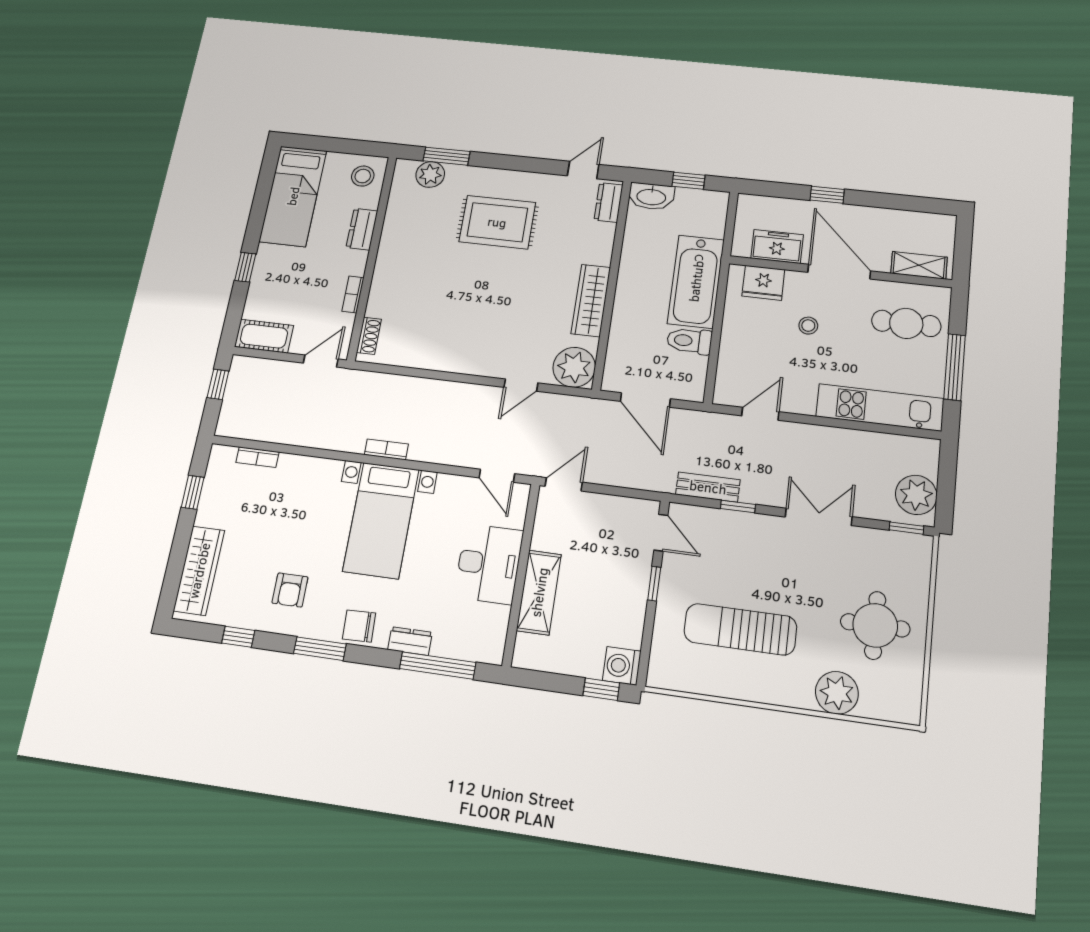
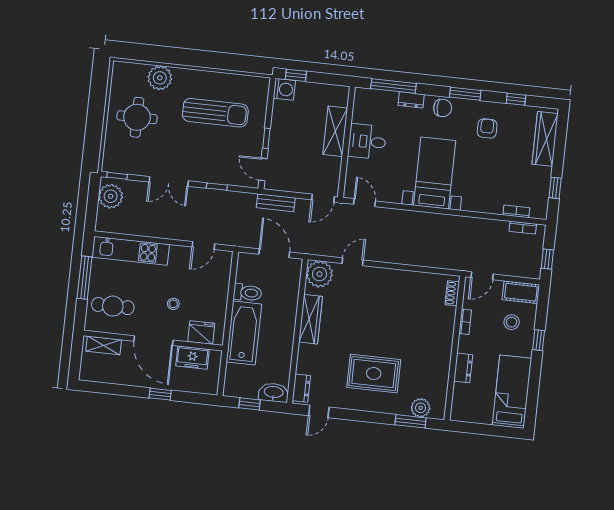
stool: (363, 176) -> (512, 322), moved
bookcase: (386, 449) -> (523, 228), moved
bench: (708, 487) -> (276, 203), moved
desk: (489, 564) -> (367, 142), width x0.73

